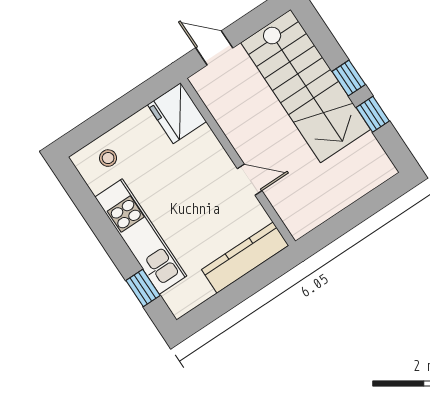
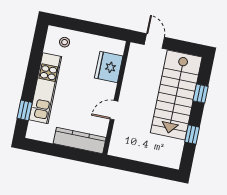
window: (349, 78) -> (201, 94), moved
fridge: (177, 113) -> (109, 67), moved
door: (250, 180) -> (114, 110), swing flipped

